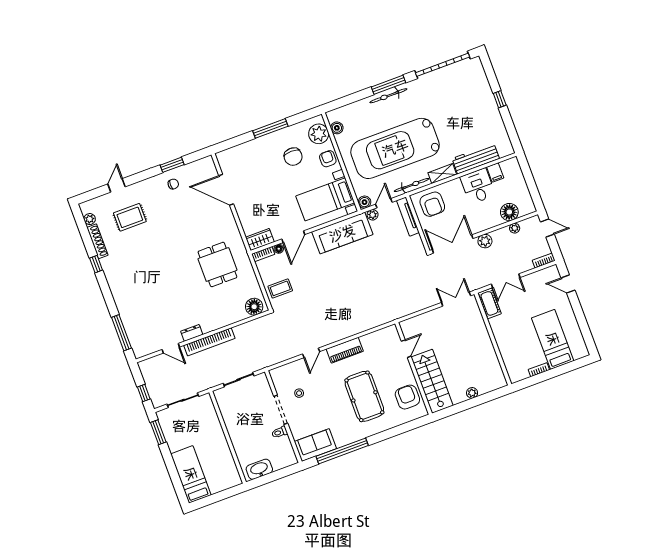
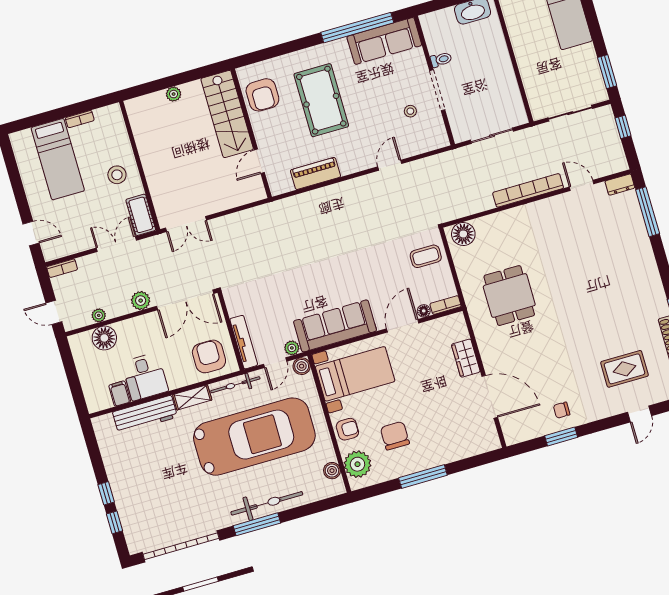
window: (492, 79) -> (114, 522), added
bicycle: (388, 96) -> (267, 503), width x1.37, depth x1.40
armchair: (328, 159) -> (347, 429), turned -90
wardrobe: (260, 240) -> (466, 358), moved, turned 90
stool: (509, 331) -> (117, 175), added
dresser: (192, 333) -> (620, 185), moved
piano: (345, 350) -> (315, 173), moved
sofa: (315, 445) -> (384, 41), width x1.36

